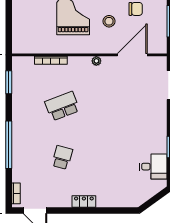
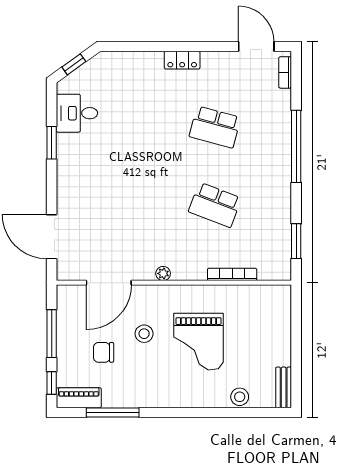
school desk: (62, 106) -> (215, 205), turned 42
school desk: (62, 157) -> (215, 127), width x1.85
window: (155, 199) -> (74, 64), added

